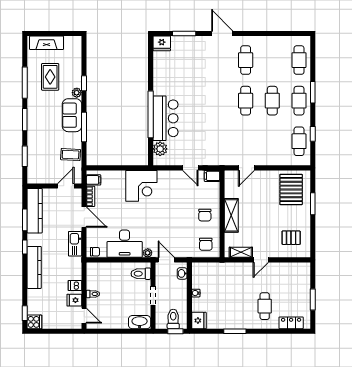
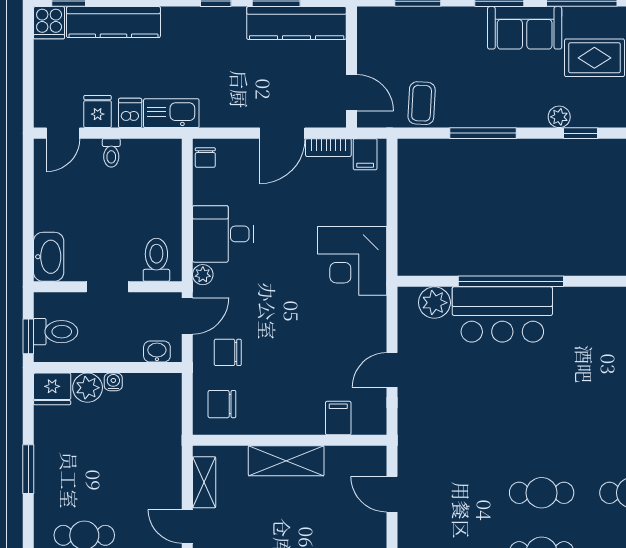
sofa: (72, 115) -> (525, 28), moved, turned 180
filing cabinet: (212, 176) -> (338, 418), moved
chair: (205, 215) -> (228, 352), moved
kitchen sink: (75, 244) -> (171, 113), moved
desk: (125, 244) -> (223, 234), width x0.73
kitchen counter: (34, 267) -> (113, 22), moved
plant: (198, 305) -> (88, 388), added

